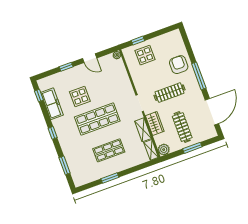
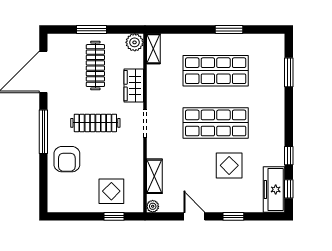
freezer: (52, 104) -> (274, 189), moved
shelving: (143, 130) -> (154, 176), moved
window: (53, 133) -> (289, 156), moved
shop shelf: (109, 150) -> (216, 71), width x1.43, depth x1.36

